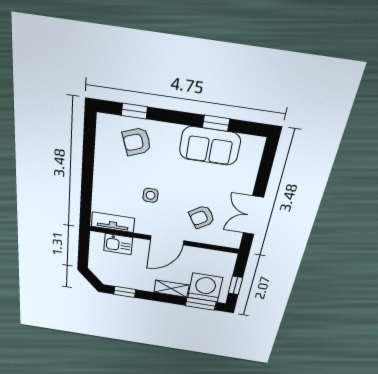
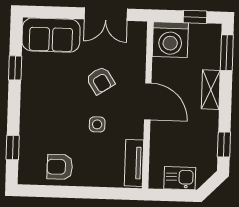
armchair: (137, 142) -> (60, 167), moved, turned 110
sofa: (210, 146) -> (51, 35), moved, turned 90
armchair: (202, 217) -> (100, 80), moved
kitchen sink: (118, 244) -> (180, 178), moved, turned -90
washing machine: (205, 288) -> (170, 40), moved, turned -90

